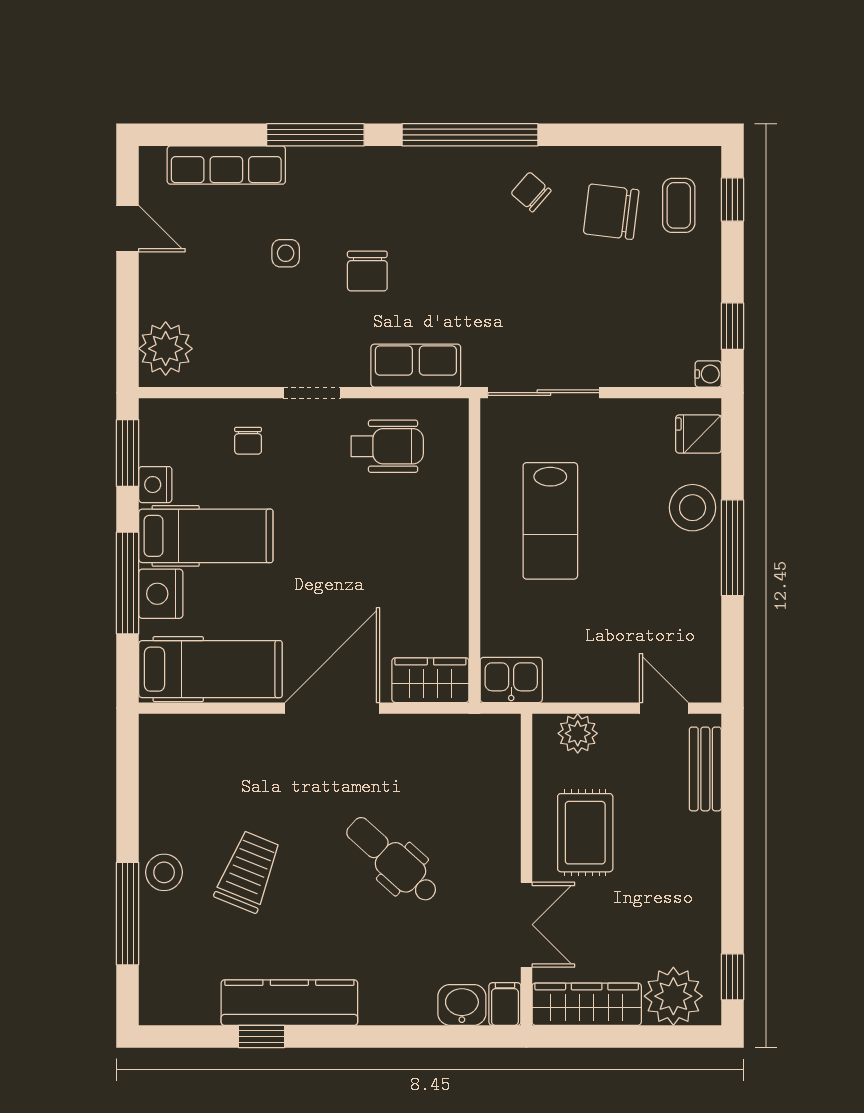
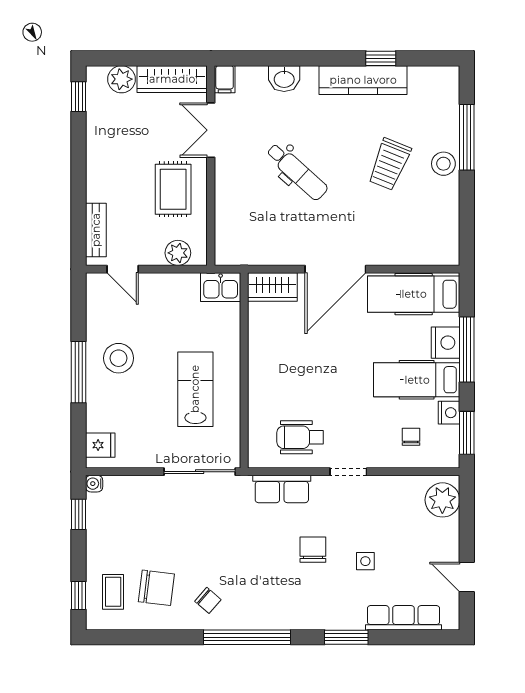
window: (315, 135) -> (346, 637), width x0.69
chair: (248, 441) -> (411, 437), moved
stool: (693, 508) -> (119, 358), moved
plant: (673, 996) -> (121, 79), width x0.73, depth x0.73
washbasin: (462, 1005) -> (284, 79), moved

